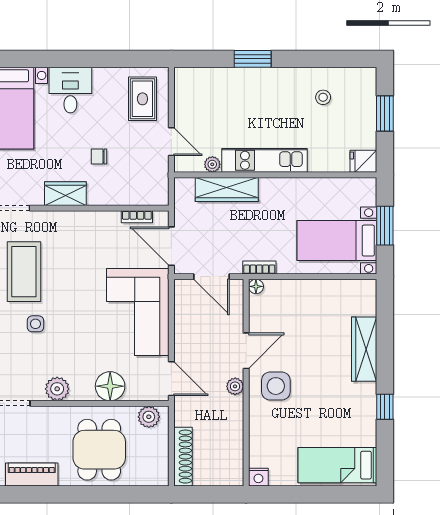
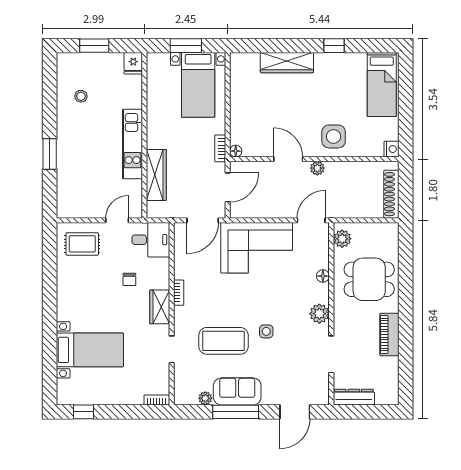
desk: (70, 90) -> (151, 240), moved, turned 180
plant: (212, 164) -> (136, 187), removed
bookcase: (137, 217) -> (179, 293), moved
floor lamp: (110, 386) -> (323, 276), width x0.53, depth x0.53
side table: (276, 386) -> (334, 136), moved
shoe rack: (183, 457) -> (391, 194), moved, turned -90

